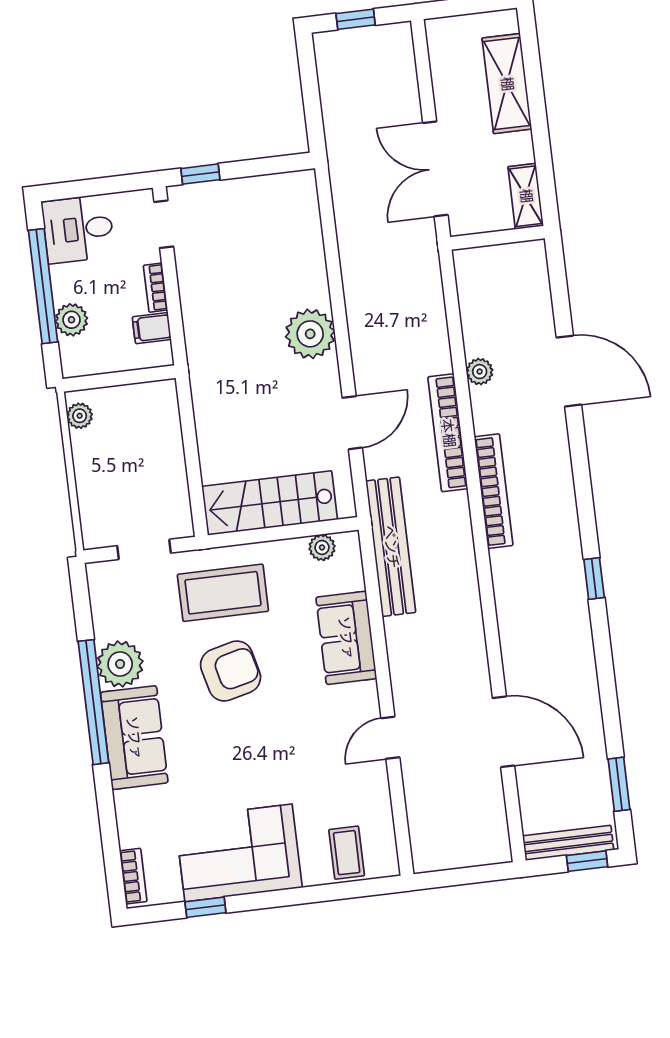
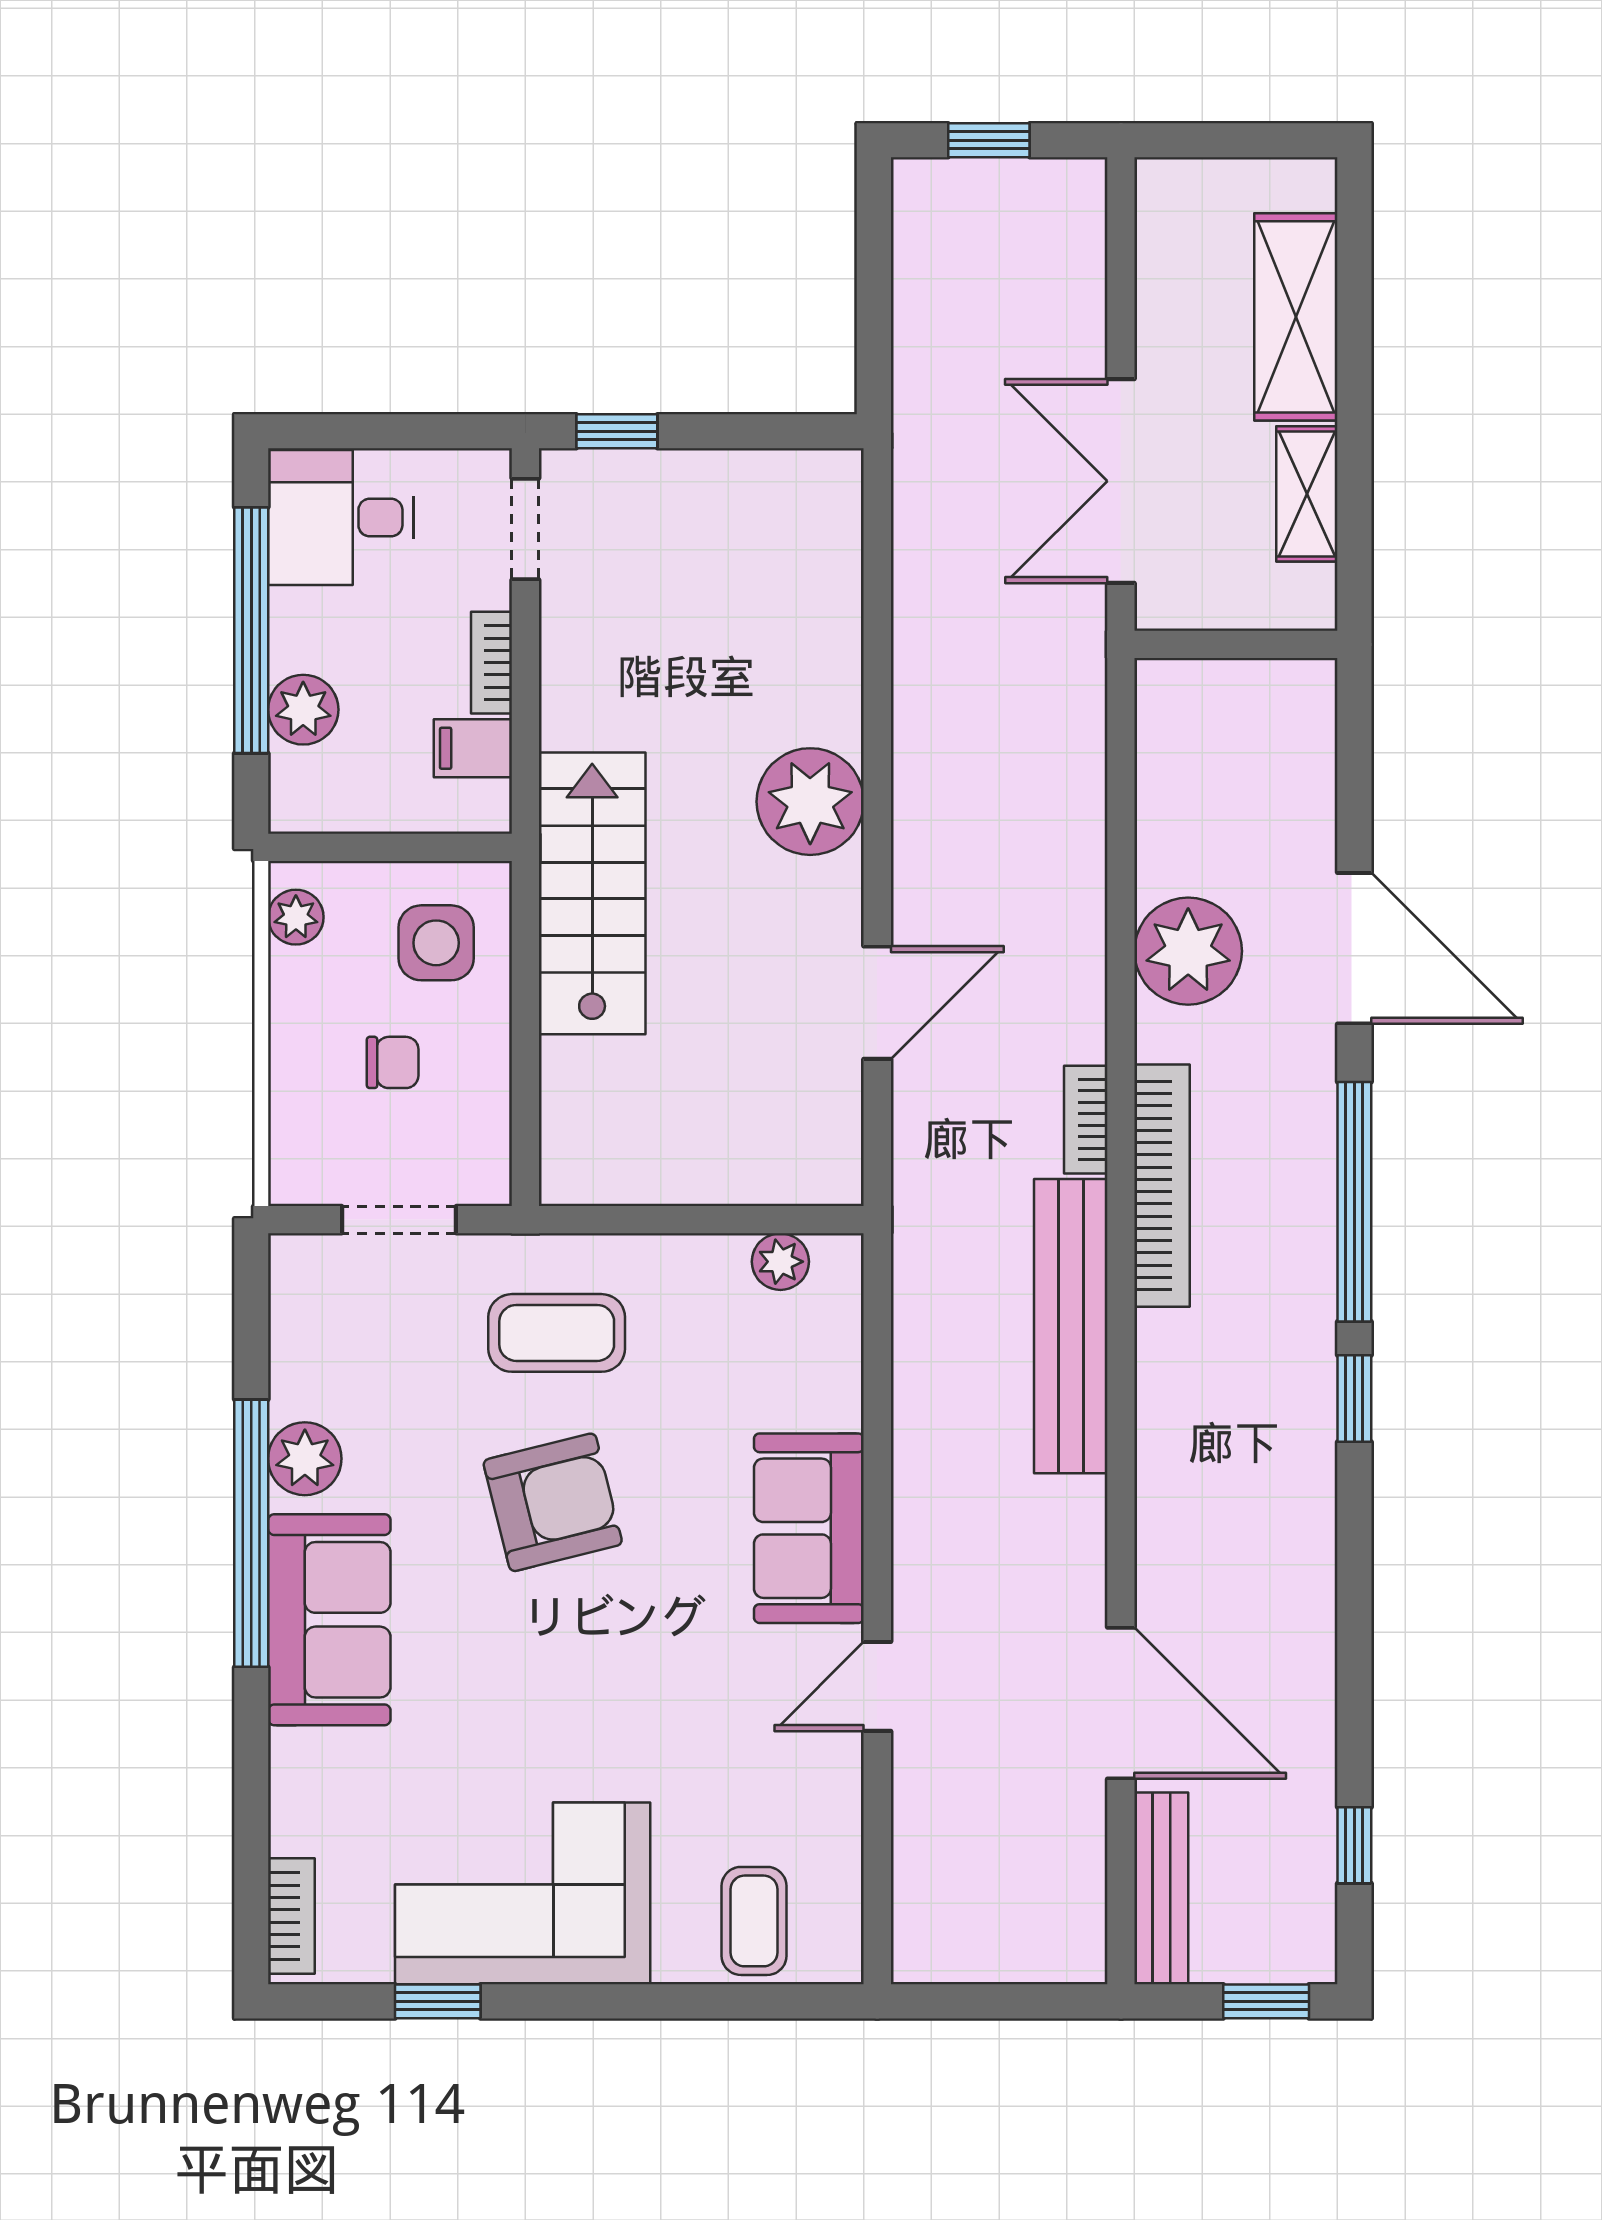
shelving: (526, 196) -> (1307, 494), moved
plant: (480, 372) -> (1188, 951), width x1.88, depth x1.88
side table: (146, 420) -> (436, 943), added
bookcase: (448, 433) -> (1086, 1120), width x0.43, depth x0.76
chair: (132, 477) -> (393, 1062), added
window: (583, 488) -> (1354, 1202), added
stairs: (270, 503) -> (592, 893), moved, turned 90
bench: (391, 547) -> (1071, 1326), moved
coffee table: (223, 593) -> (557, 1333), width x0.73, depth x0.76
sofa: (346, 638) -> (809, 1528), moved
plant: (120, 664) -> (305, 1459), width x0.73, depth x0.73
window: (619, 784) -> (1354, 1845), width x0.67
bench: (568, 843) -> (1161, 1888), moved, turned 90

